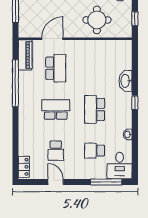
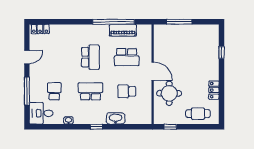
door: (52, 39) -> (153, 71), moved
piano: (25, 55) -> (123, 30), moved
school desk: (56, 151) -> (127, 91), moved
window: (106, 182) -> (27, 91), moved

